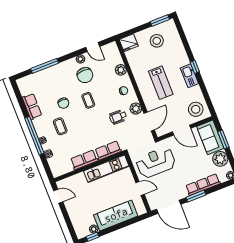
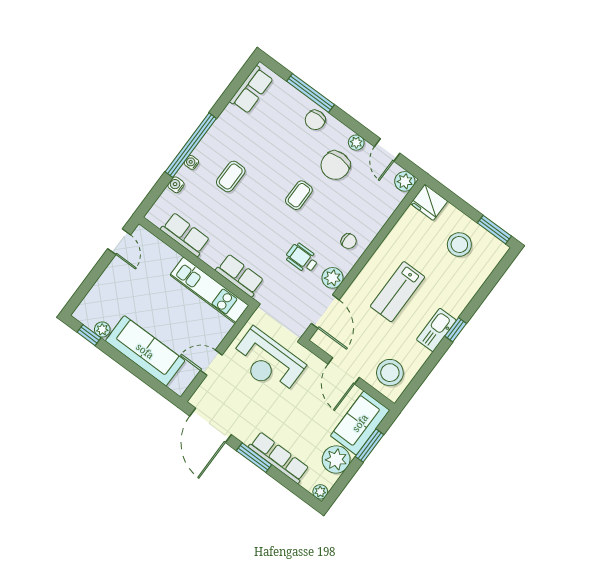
plant: (121, 70) -> (405, 181), moved
chair: (63, 103) -> (315, 120), moved
row of seats: (32, 106) -> (252, 90), moved
door: (149, 122) -> (325, 312), hinge flipped
row of seats: (84, 160) -> (185, 234), moved
reception desk: (156, 162) -> (268, 362), turned 180
door: (140, 189) -> (211, 363), swing flipped

